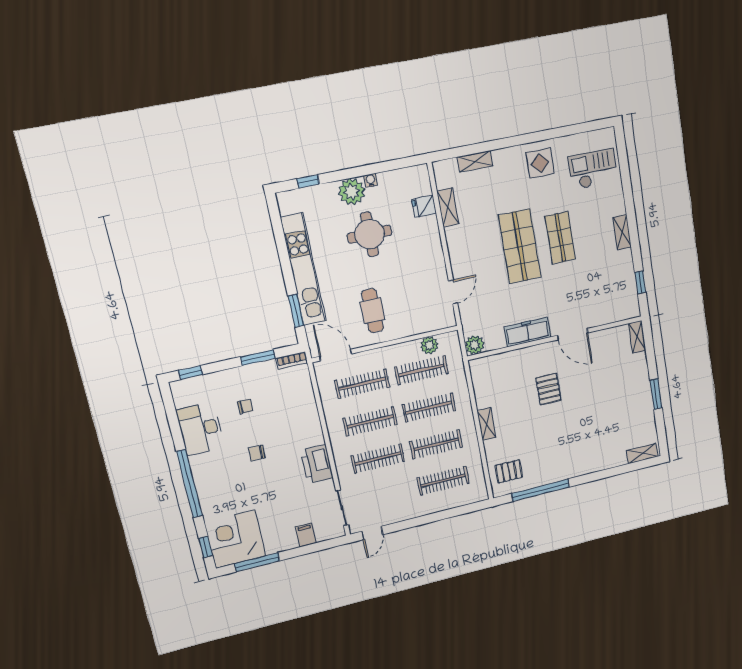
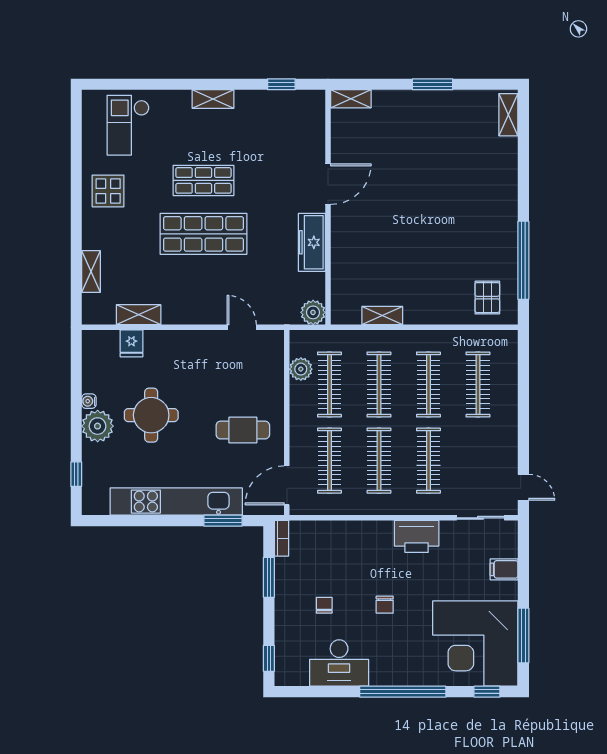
pallet: (548, 389) -> (391, 228), removed
shelving: (487, 424) -> (382, 316), moved
corner desk: (235, 539) -> (475, 644), width x1.36, depth x1.36

